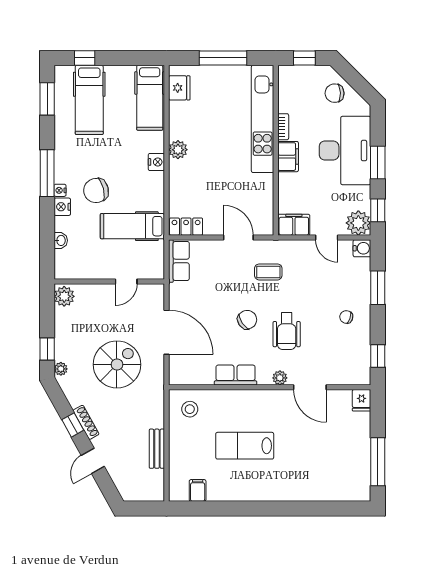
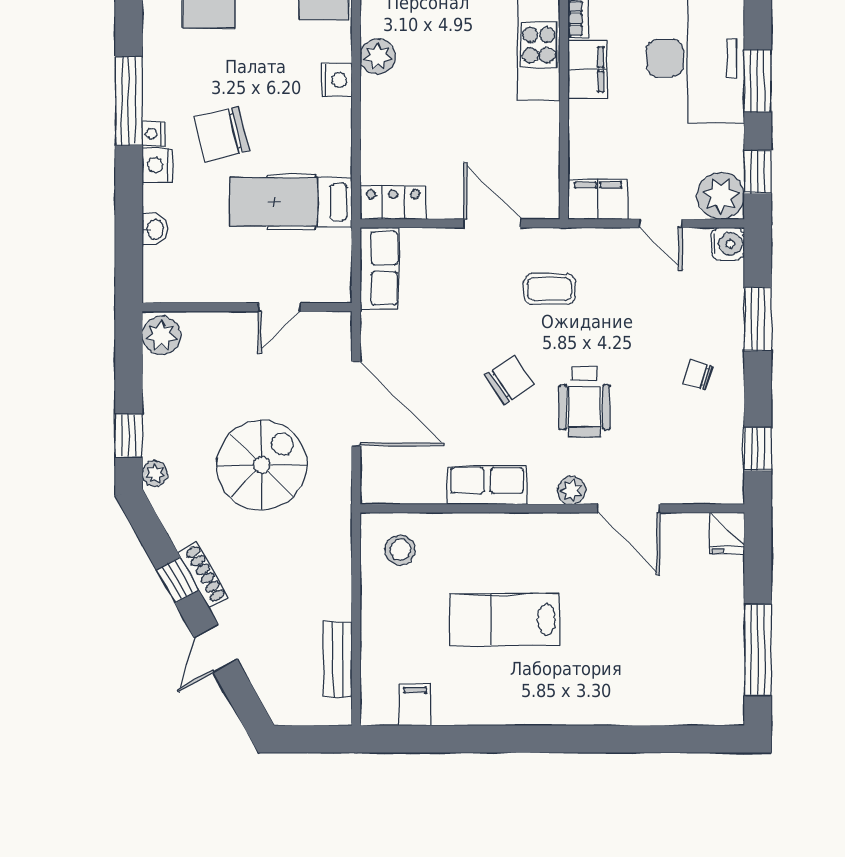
bench: (157, 449) -> (338, 660), moved

